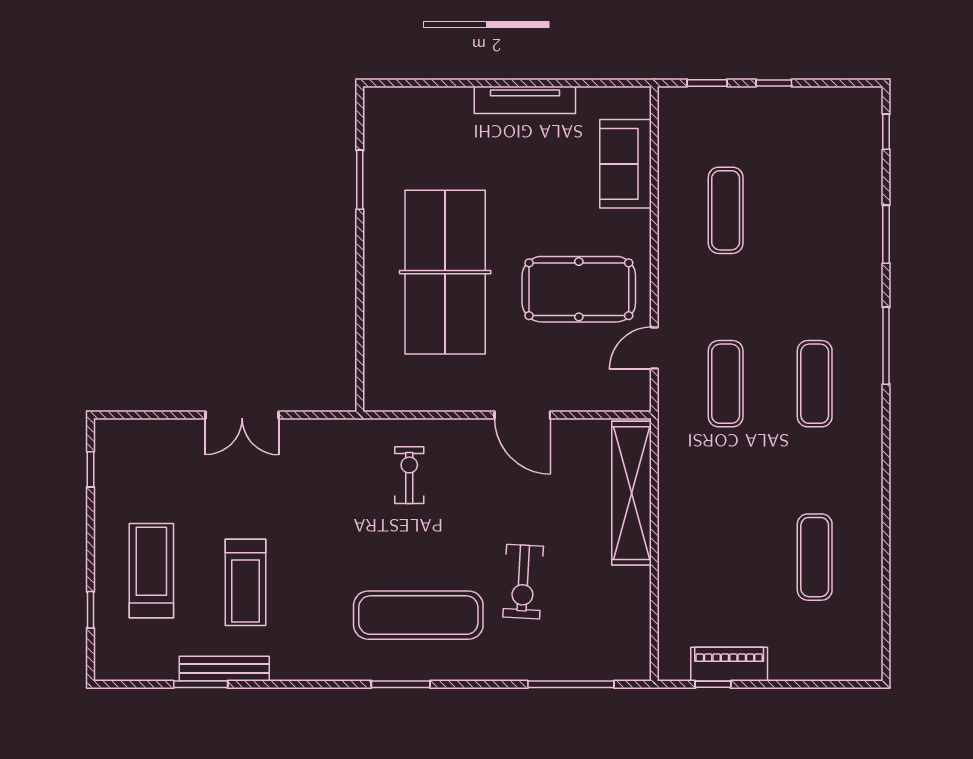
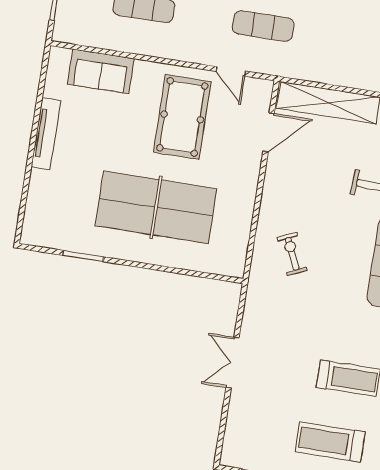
double door: (242, 415) -> (233, 363), swing flipped
door: (522, 415) -> (269, 132), moved
exercise bike: (409, 475) -> (292, 254), turned 66

